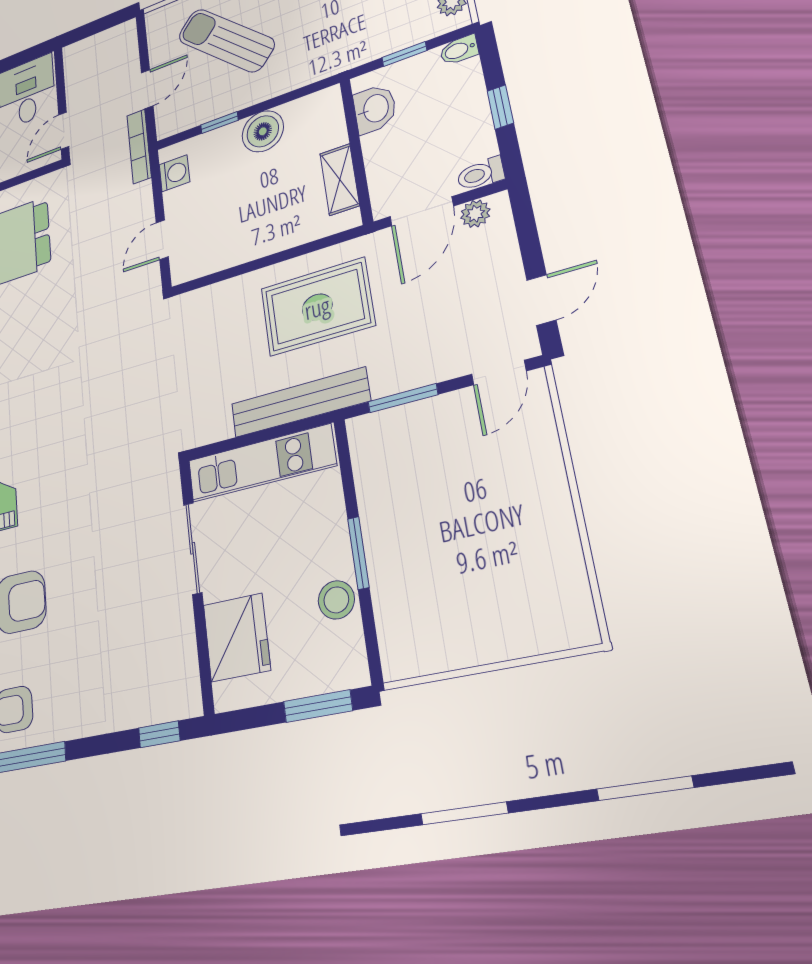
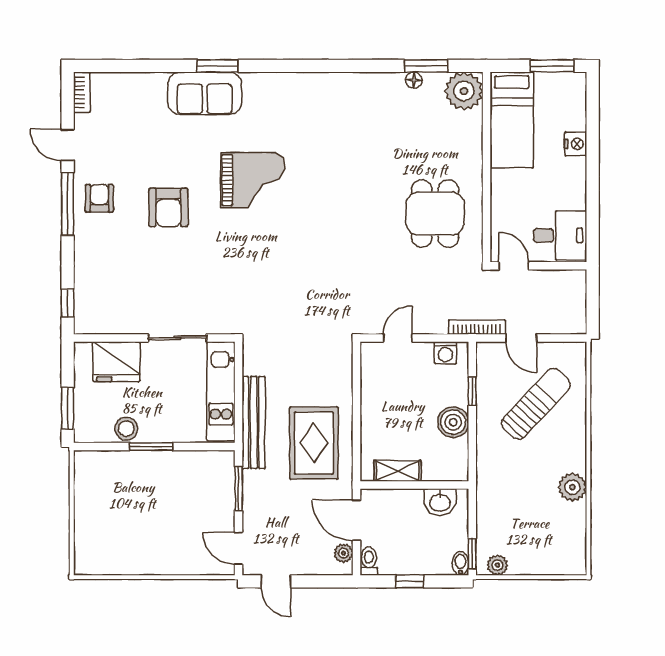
window: (404, 54) -> (472, 554), moved
door: (162, 240) -> (398, 338), hinge flipped

